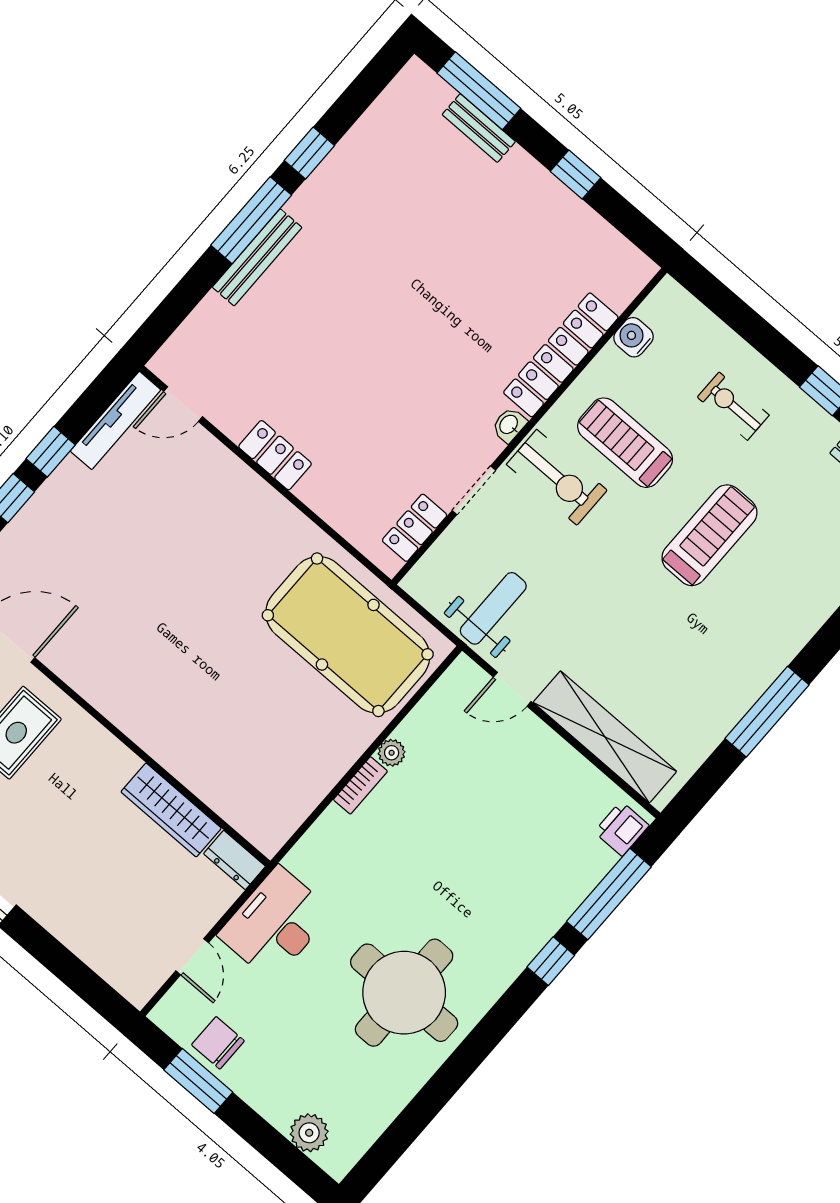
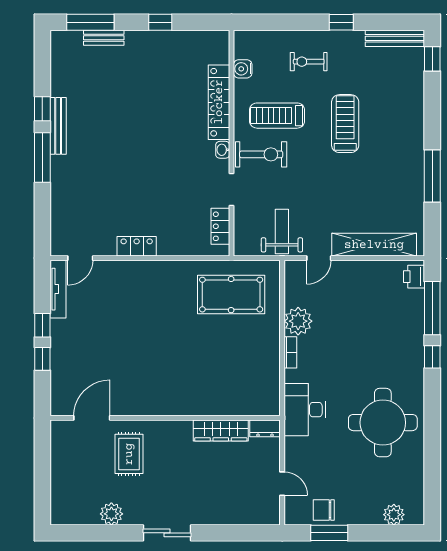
bench: (257, 257) -> (58, 126), moved
pool table: (348, 635) -> (231, 295), width x0.73, depth x0.76
plant: (392, 753) -> (298, 321), width x1.88, depth x1.88
desk: (275, 924) -> (305, 410), moved

